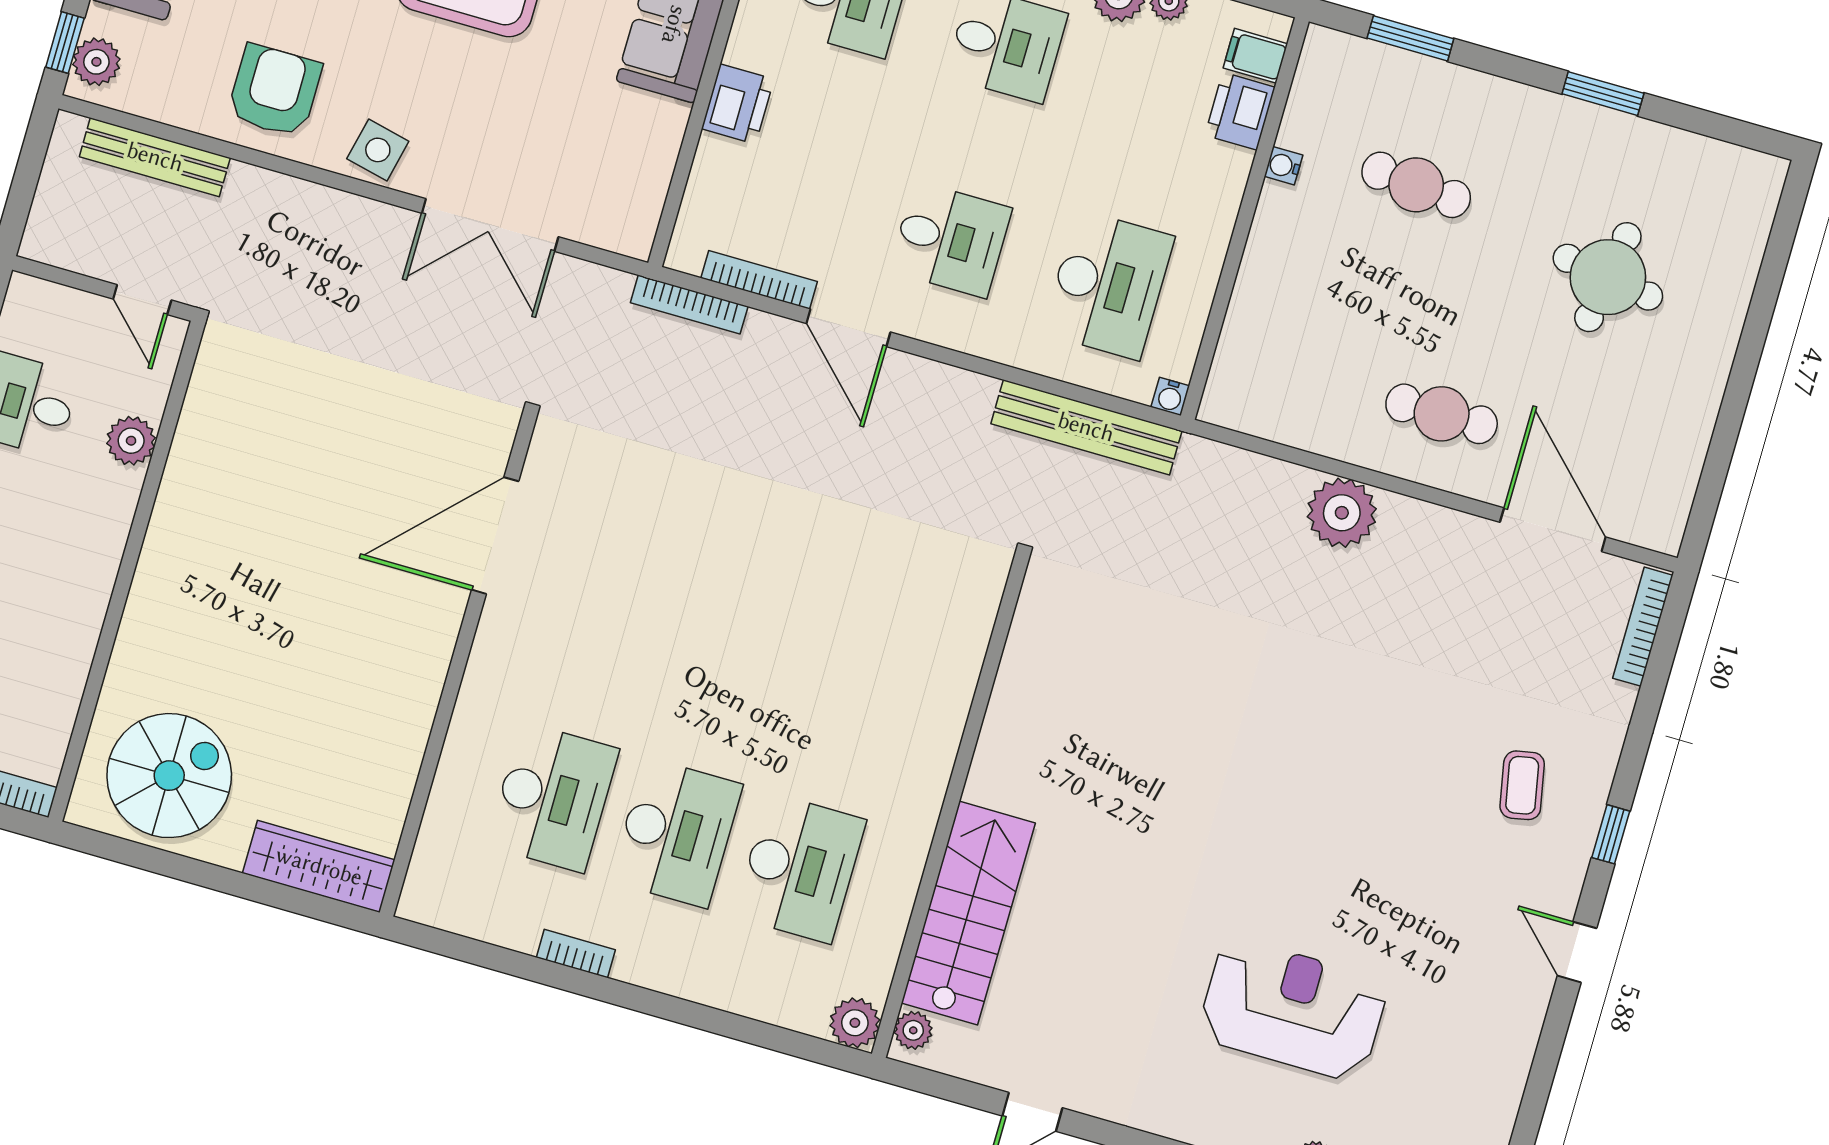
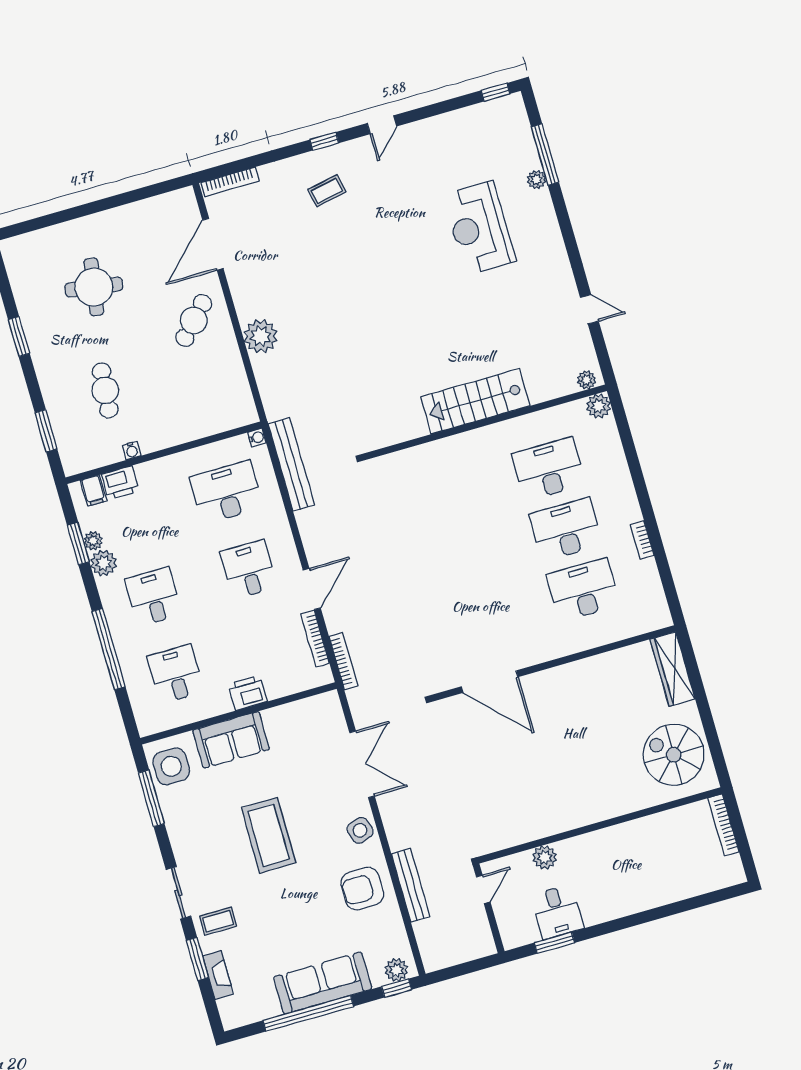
side table: (378, 150) -> (360, 830), turned -32
bench: (155, 157) -> (411, 885), moved
cafe table: (1442, 414) -> (194, 321), turned 43
stairs: (968, 913) -> (475, 401), moved

